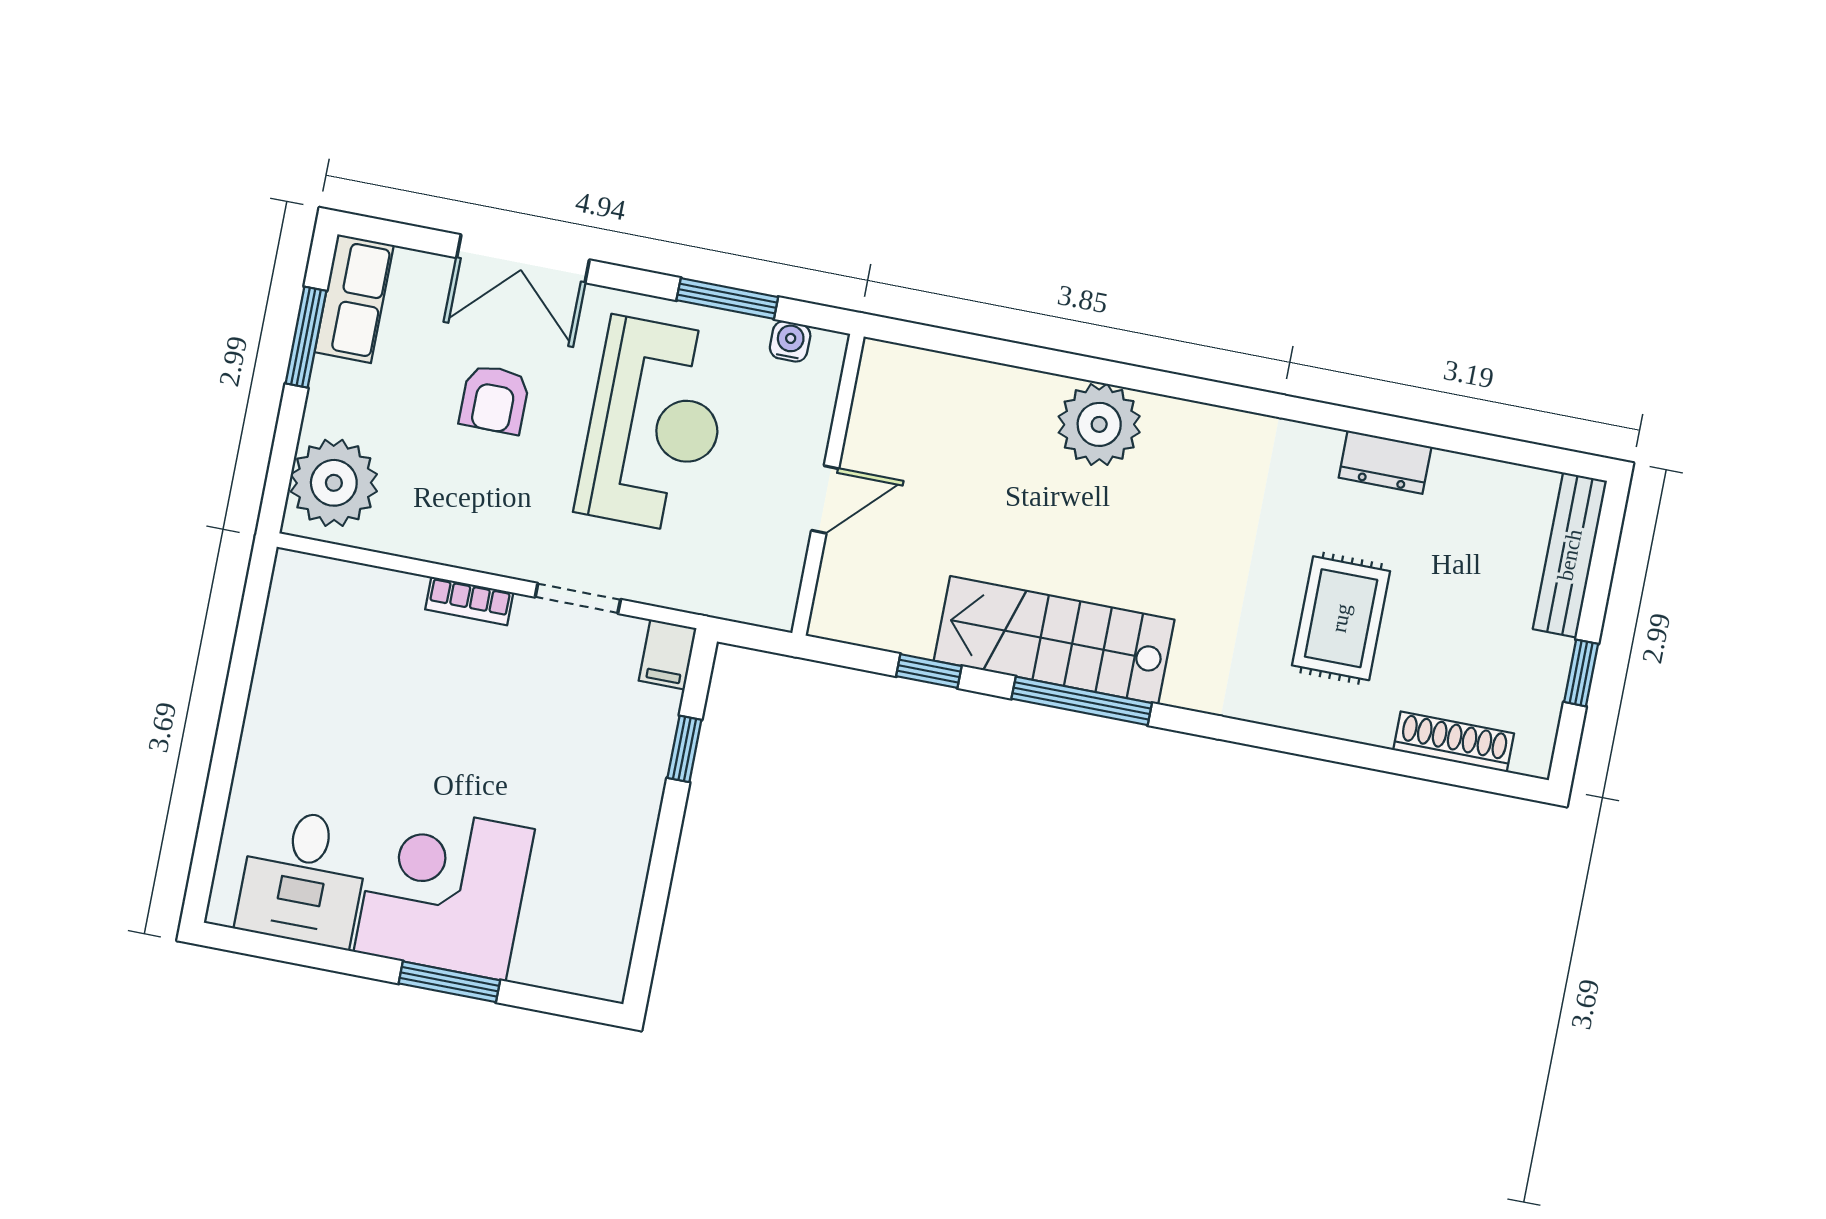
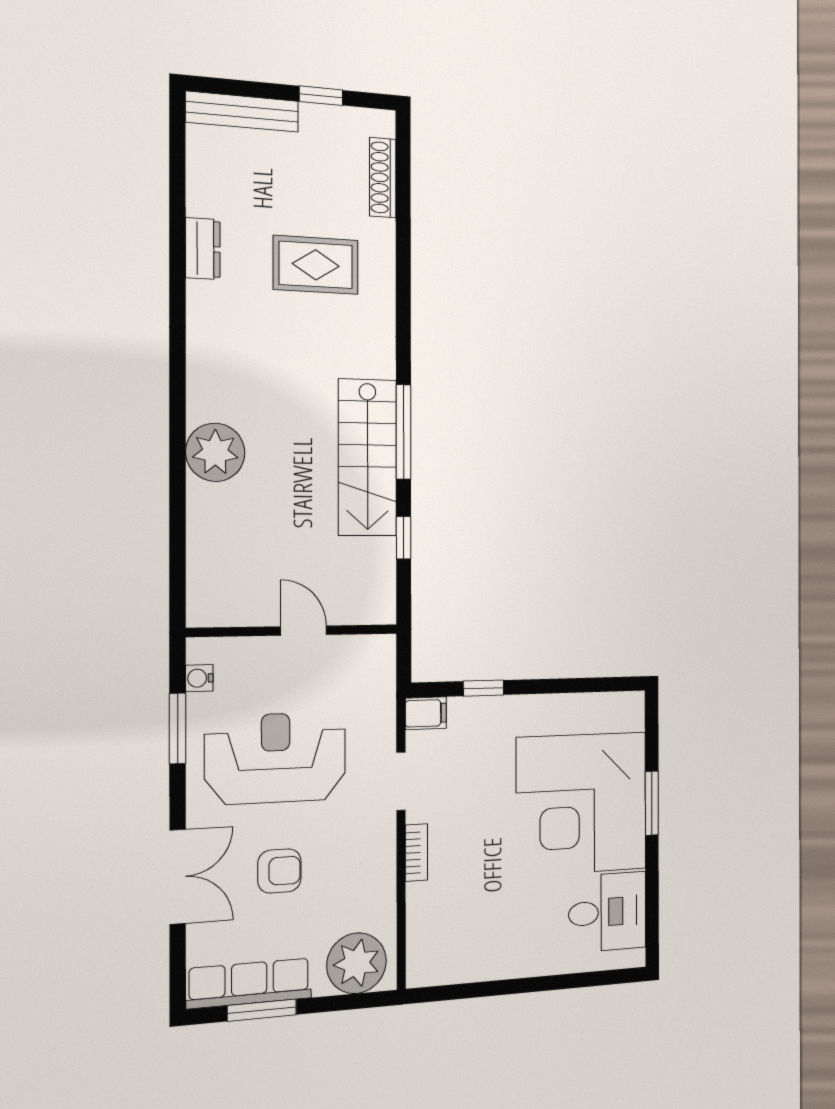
row of seats: (354, 299) -> (249, 983), width x1.48
corner desk: (444, 890) -> (582, 804), width x1.36, depth x1.36

